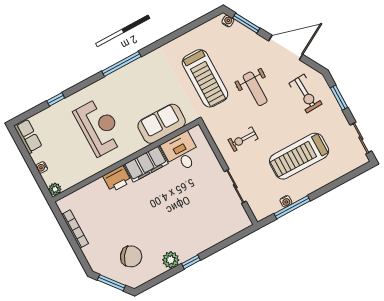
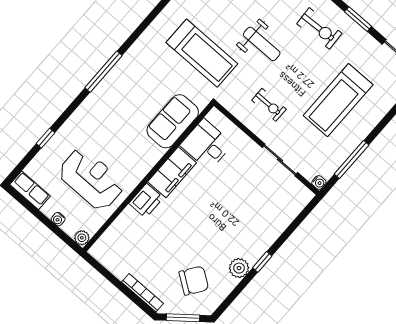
reception desk: (99, 127) -> (91, 179), moved
exercise bike: (243, 139) -> (269, 105), turned -90
water cooler: (286, 201) -> (319, 182), moved
bookcase: (75, 229) -> (142, 293), moved

